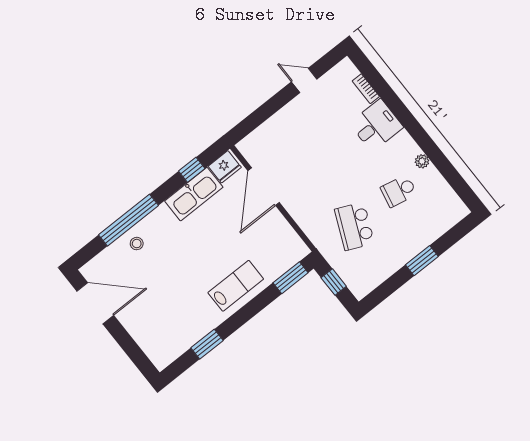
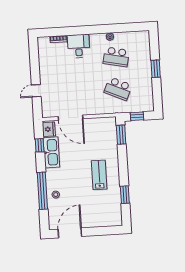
door: (304, 80) -> (36, 91), moved
school desk: (399, 191) -> (116, 57), width x1.85
lab bench: (236, 286) -> (99, 175), moved

